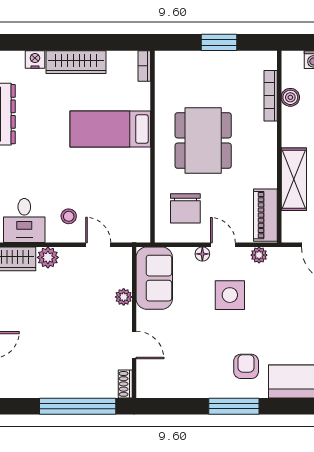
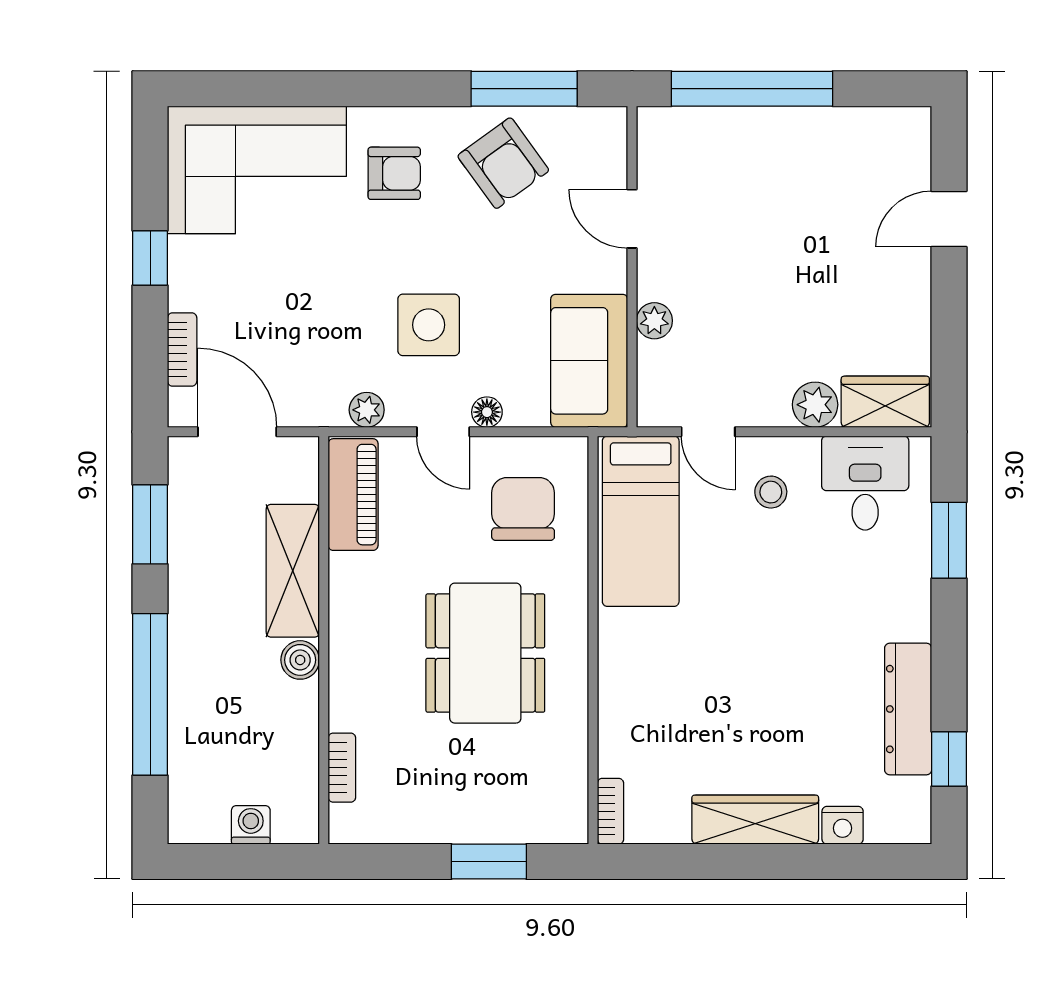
window: (219, 42) -> (489, 861), moved
bookcase: (271, 96) -> (342, 768), width x0.64
boiler: (290, 97) -> (300, 660), moved
bed: (110, 129) -> (641, 521), moved, turned 90
armchair: (246, 366) -> (394, 173), turned -90
armchair: (195, 371) -> (503, 163), added
shoe rack: (125, 384) -> (651, 136), removed
window: (234, 406) -> (524, 89), moved

